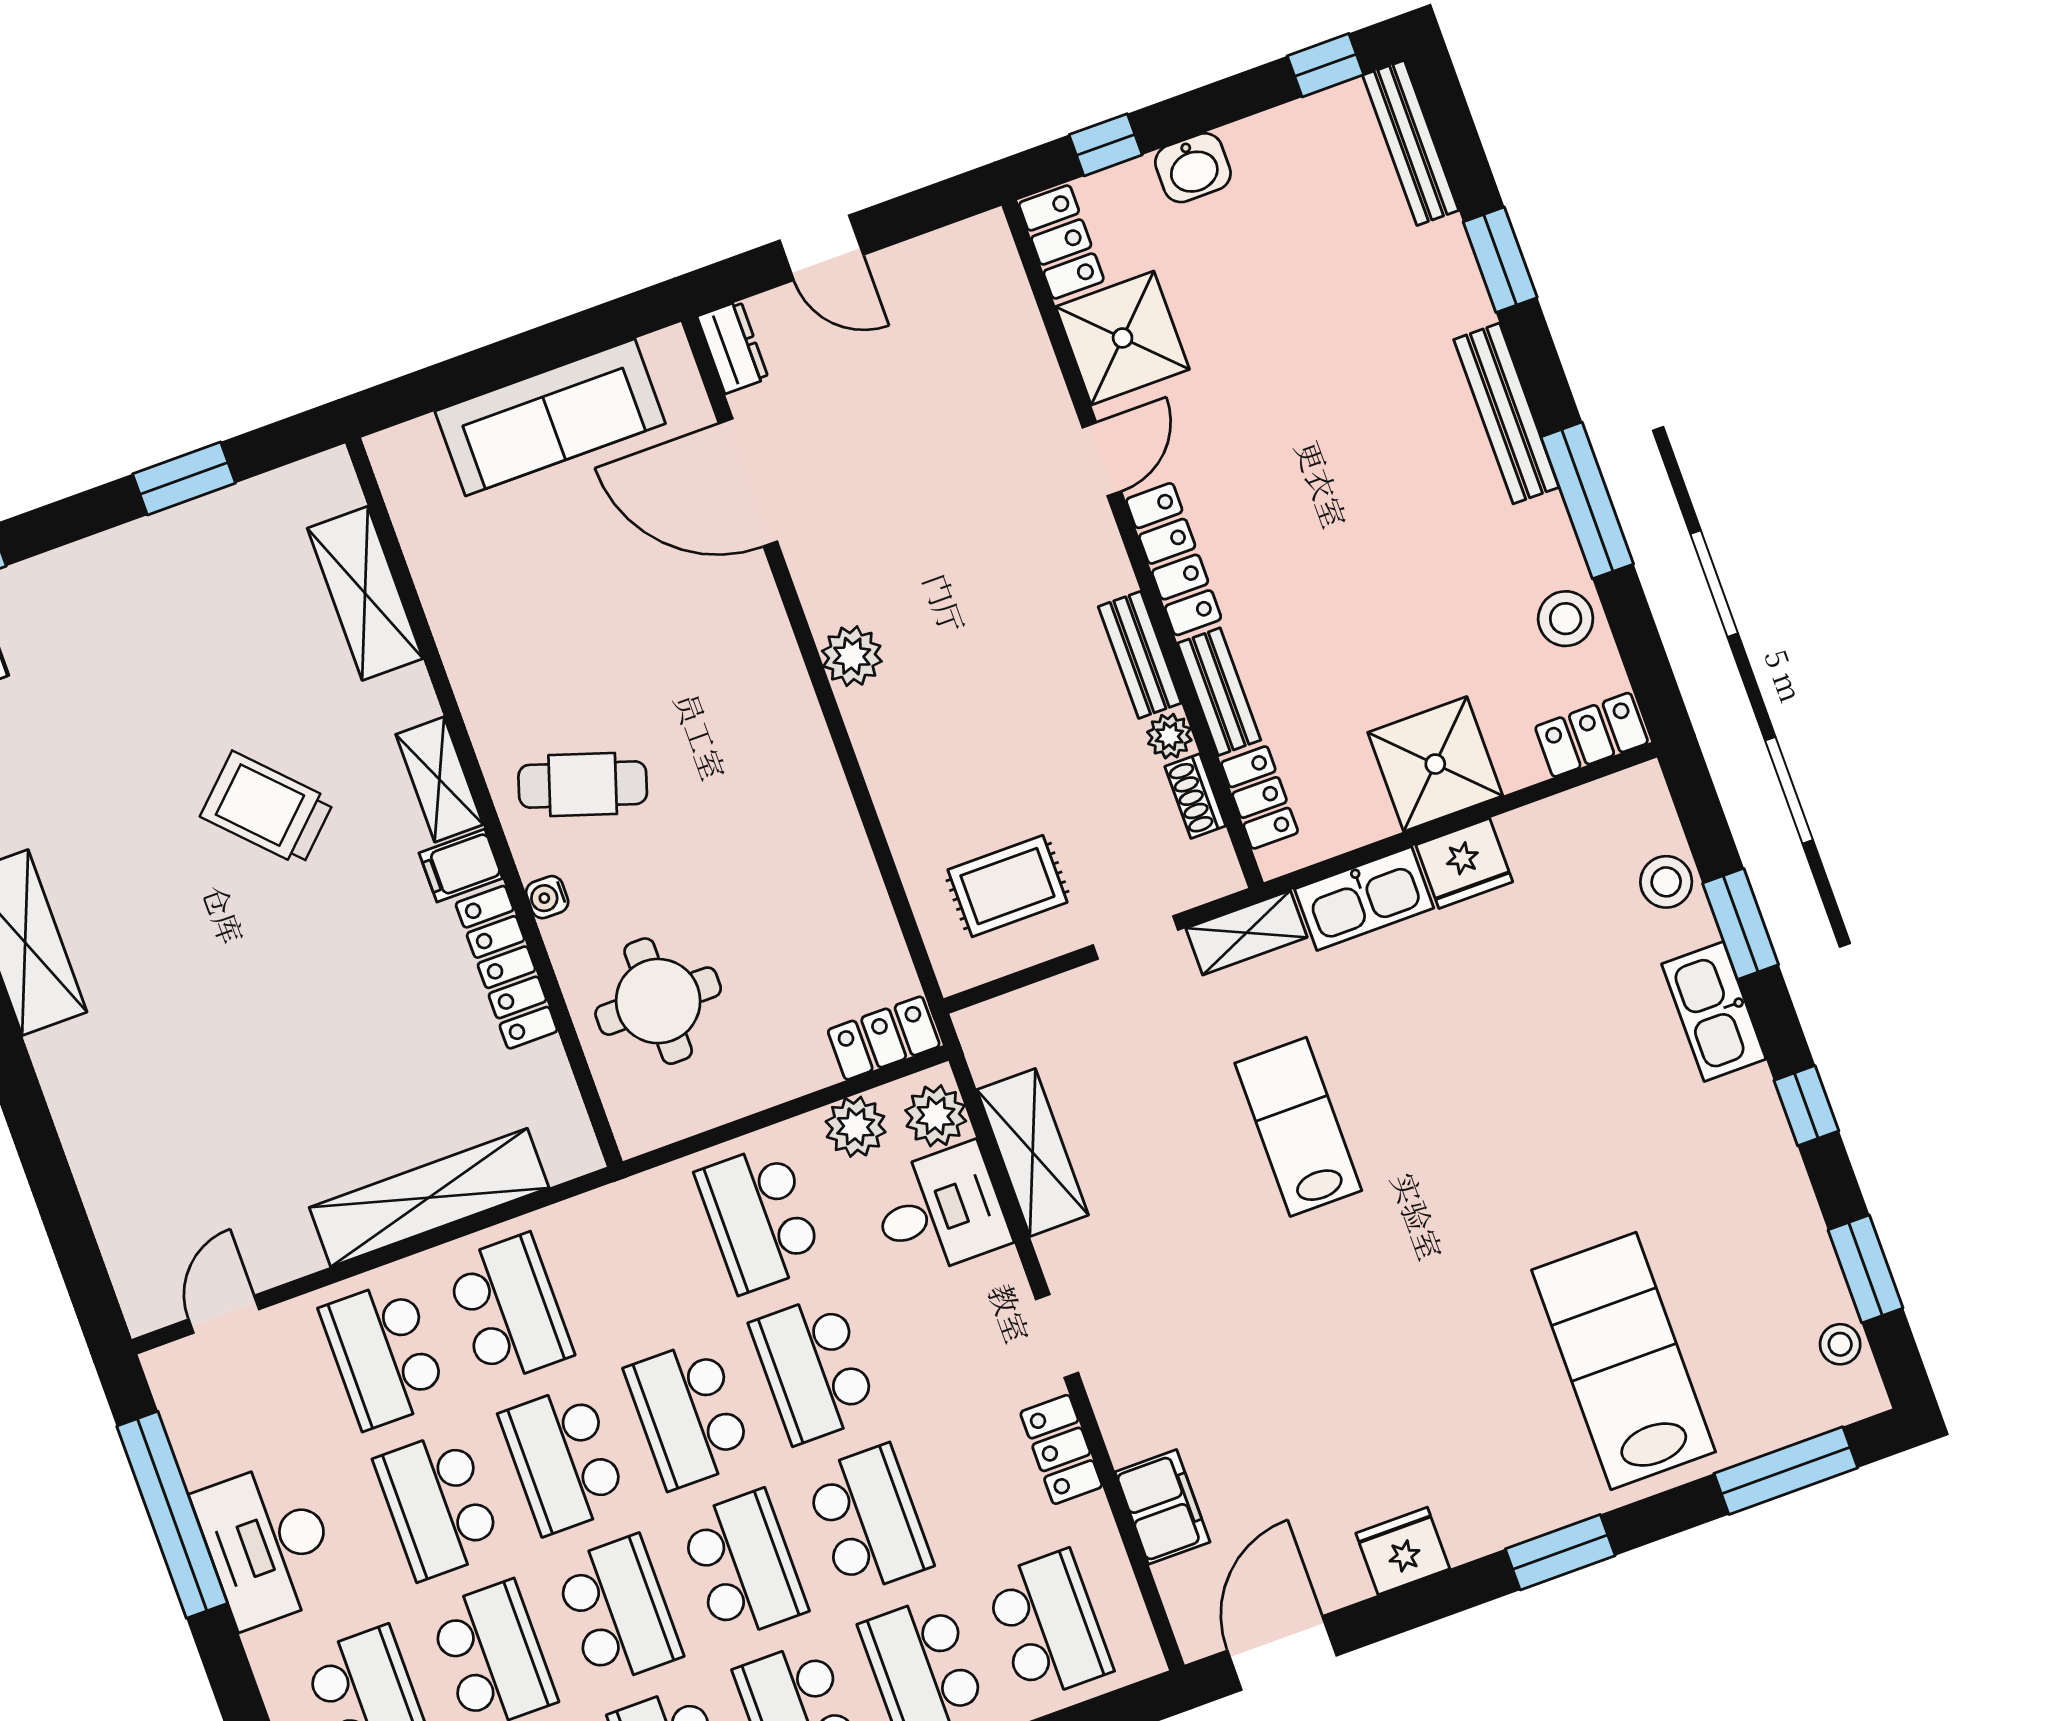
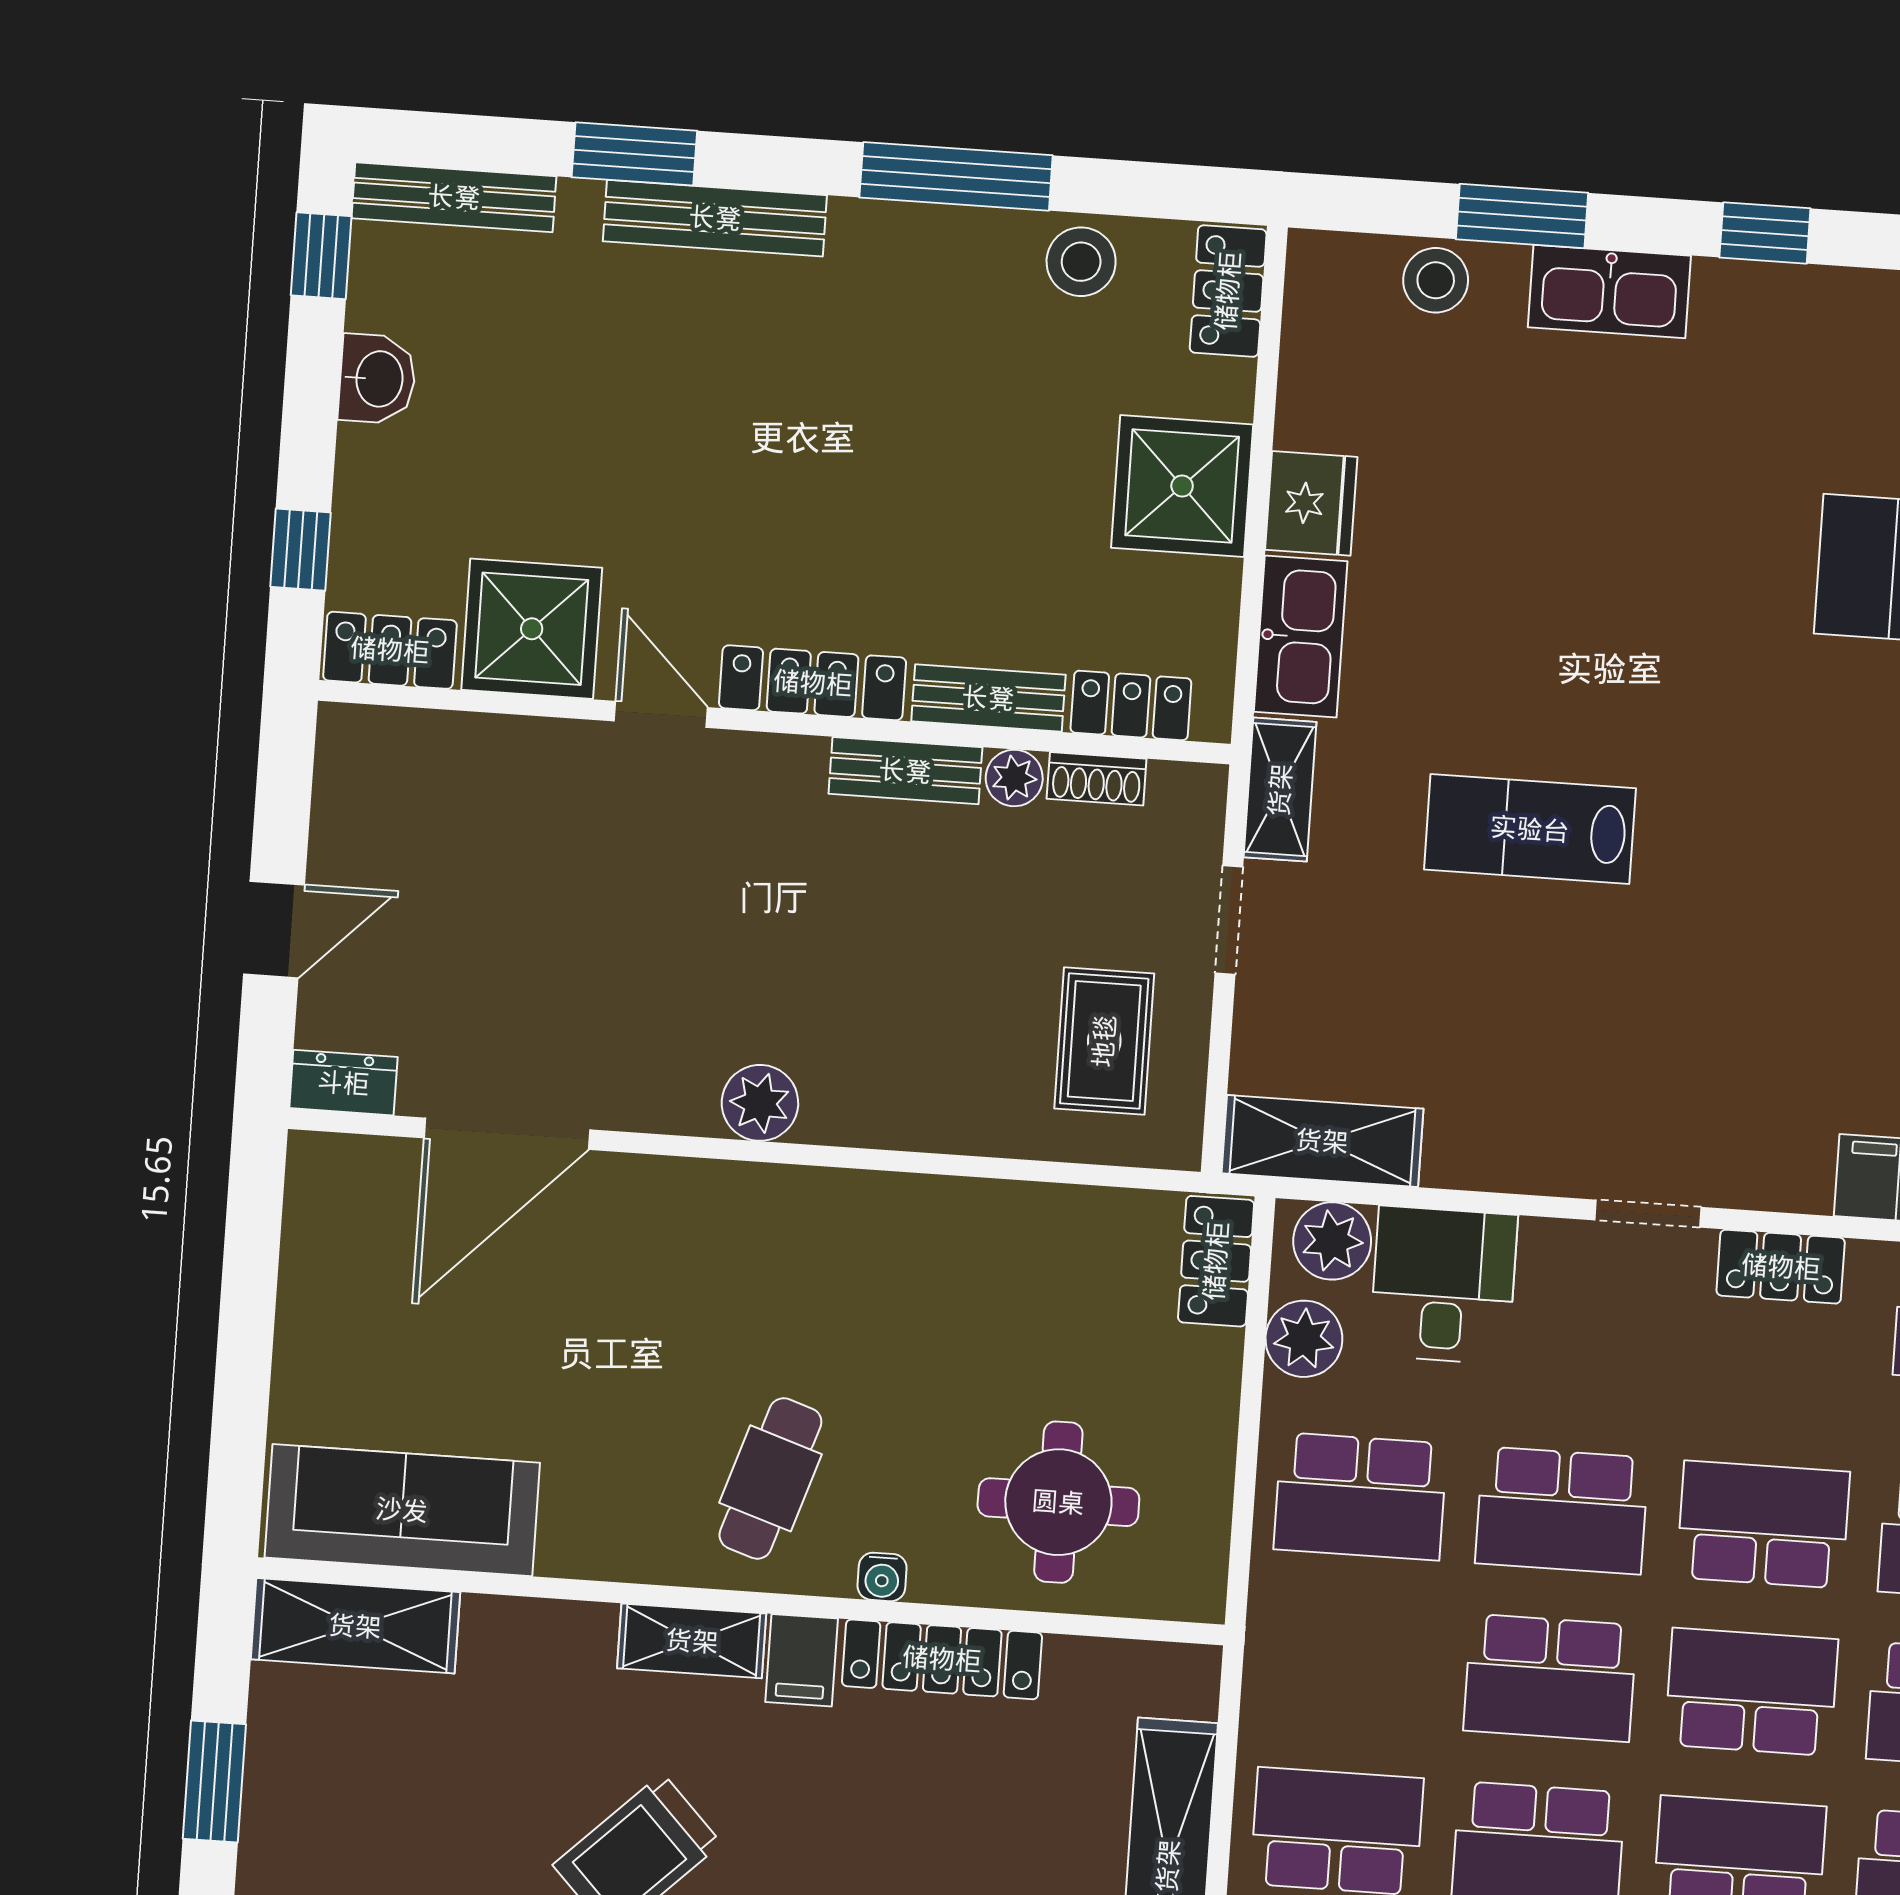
washbasin: (1193, 168) -> (377, 379), moved
bench: (1506, 413) -> (715, 218), moved
sofa: (550, 417) -> (402, 1510), moved, turned -90
shelving: (365, 593) -> (355, 1626), moved
shelving: (1033, 1152) -> (1322, 1141), moved

